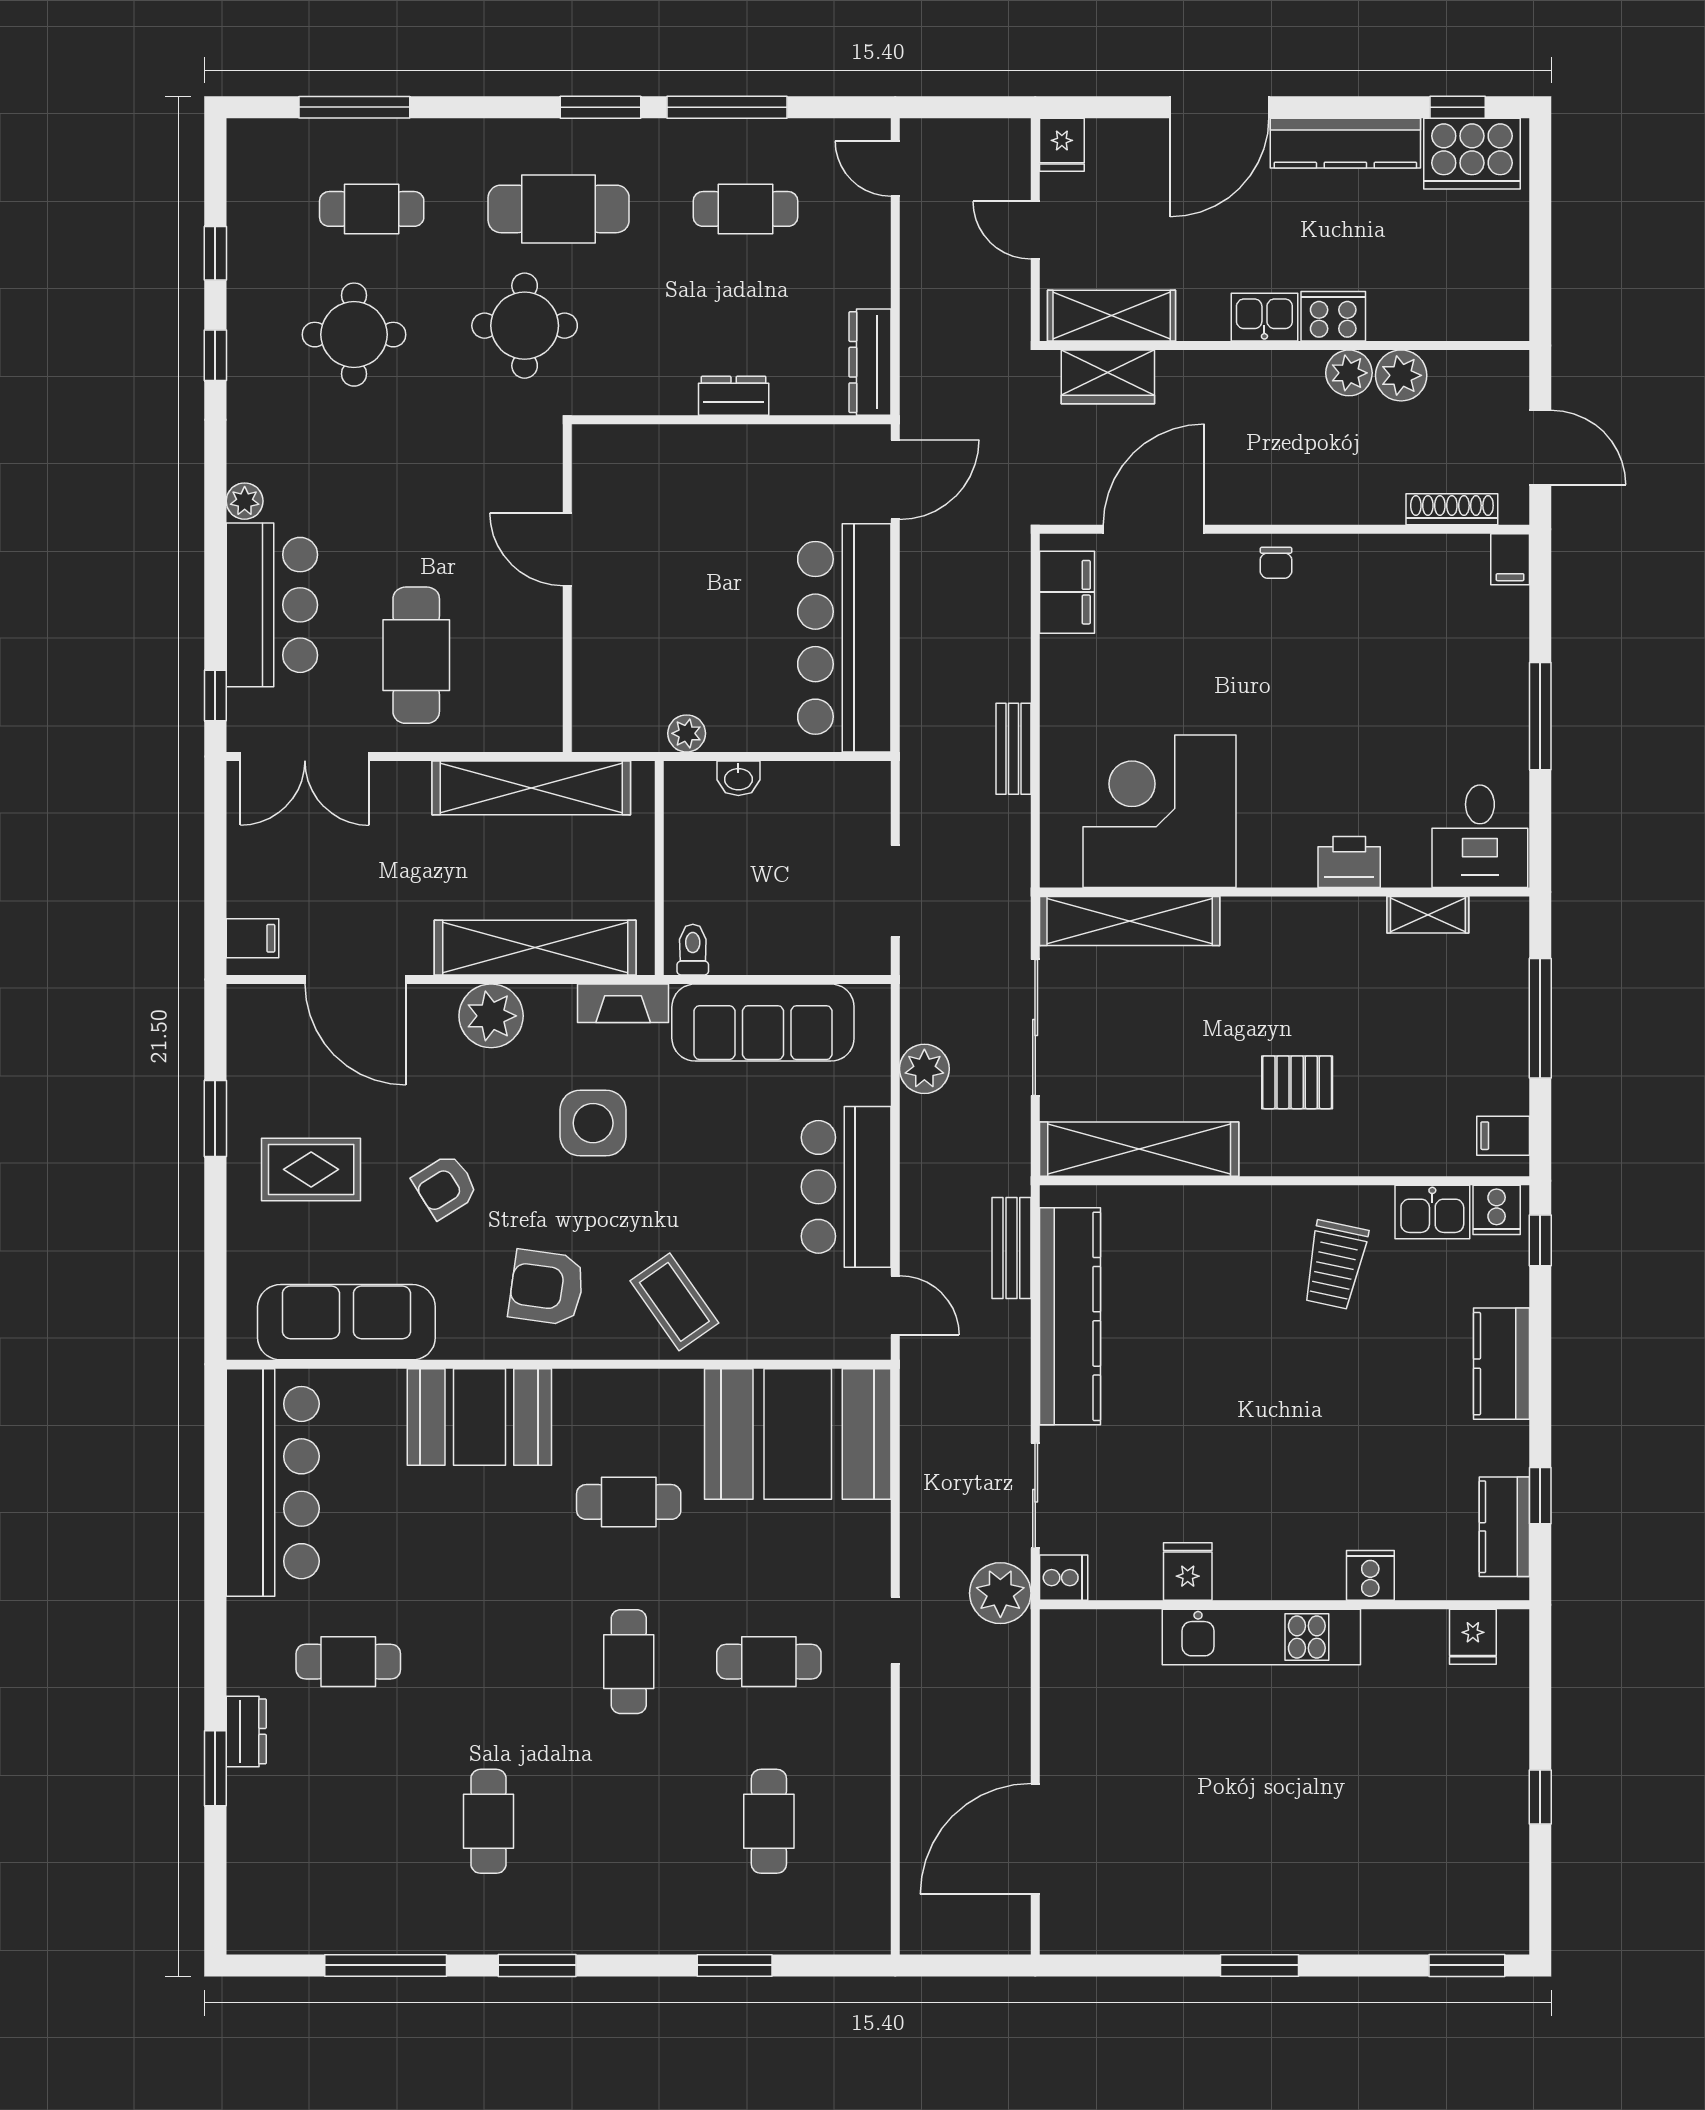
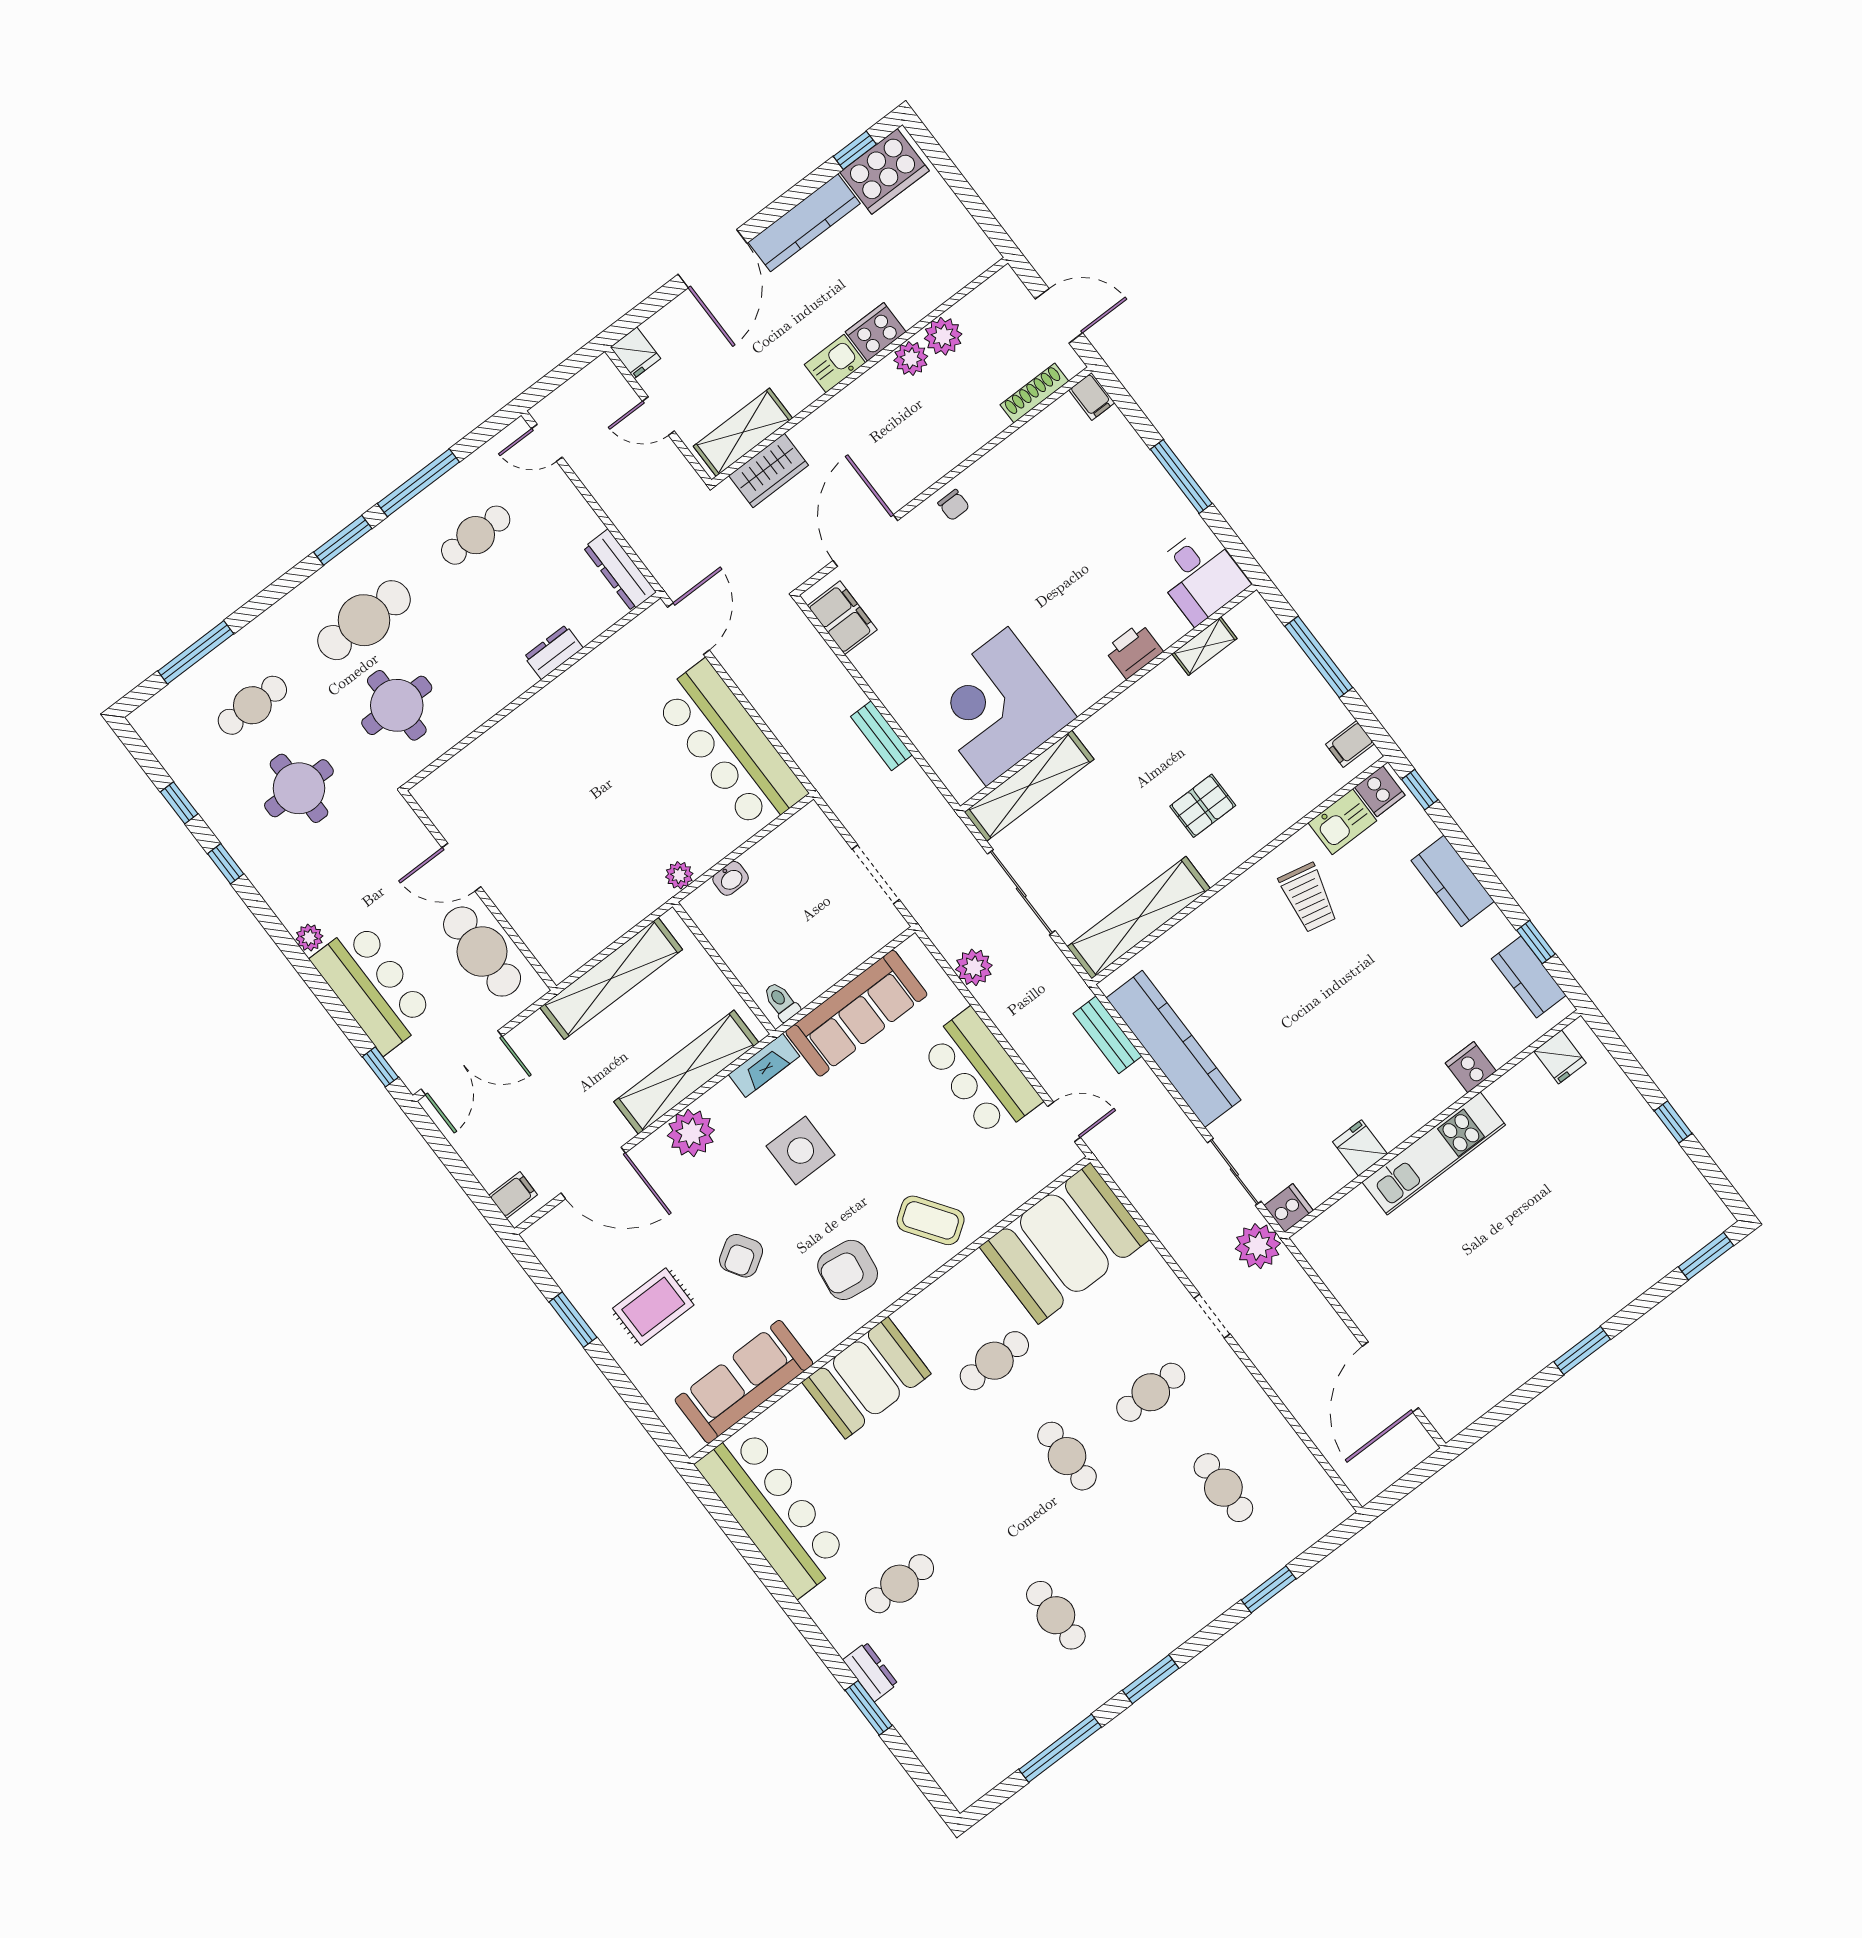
door: (567, 549) -> (461, 867), moved
wall: (567, 588) -> (479, 890), moved

